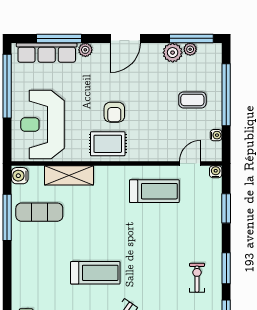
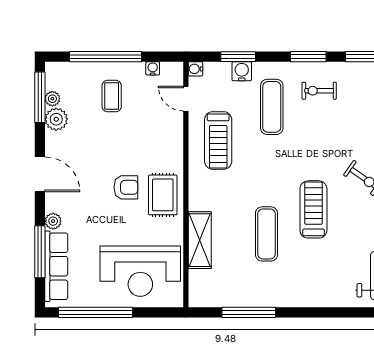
water cooler: (20, 176) -> (242, 71), moved, turned 180
treadmill: (154, 191) -> (218, 140), turned 180
exercise mat: (39, 212) -> (266, 234), moved
exercise mat: (183, 237) -> (272, 107), added

